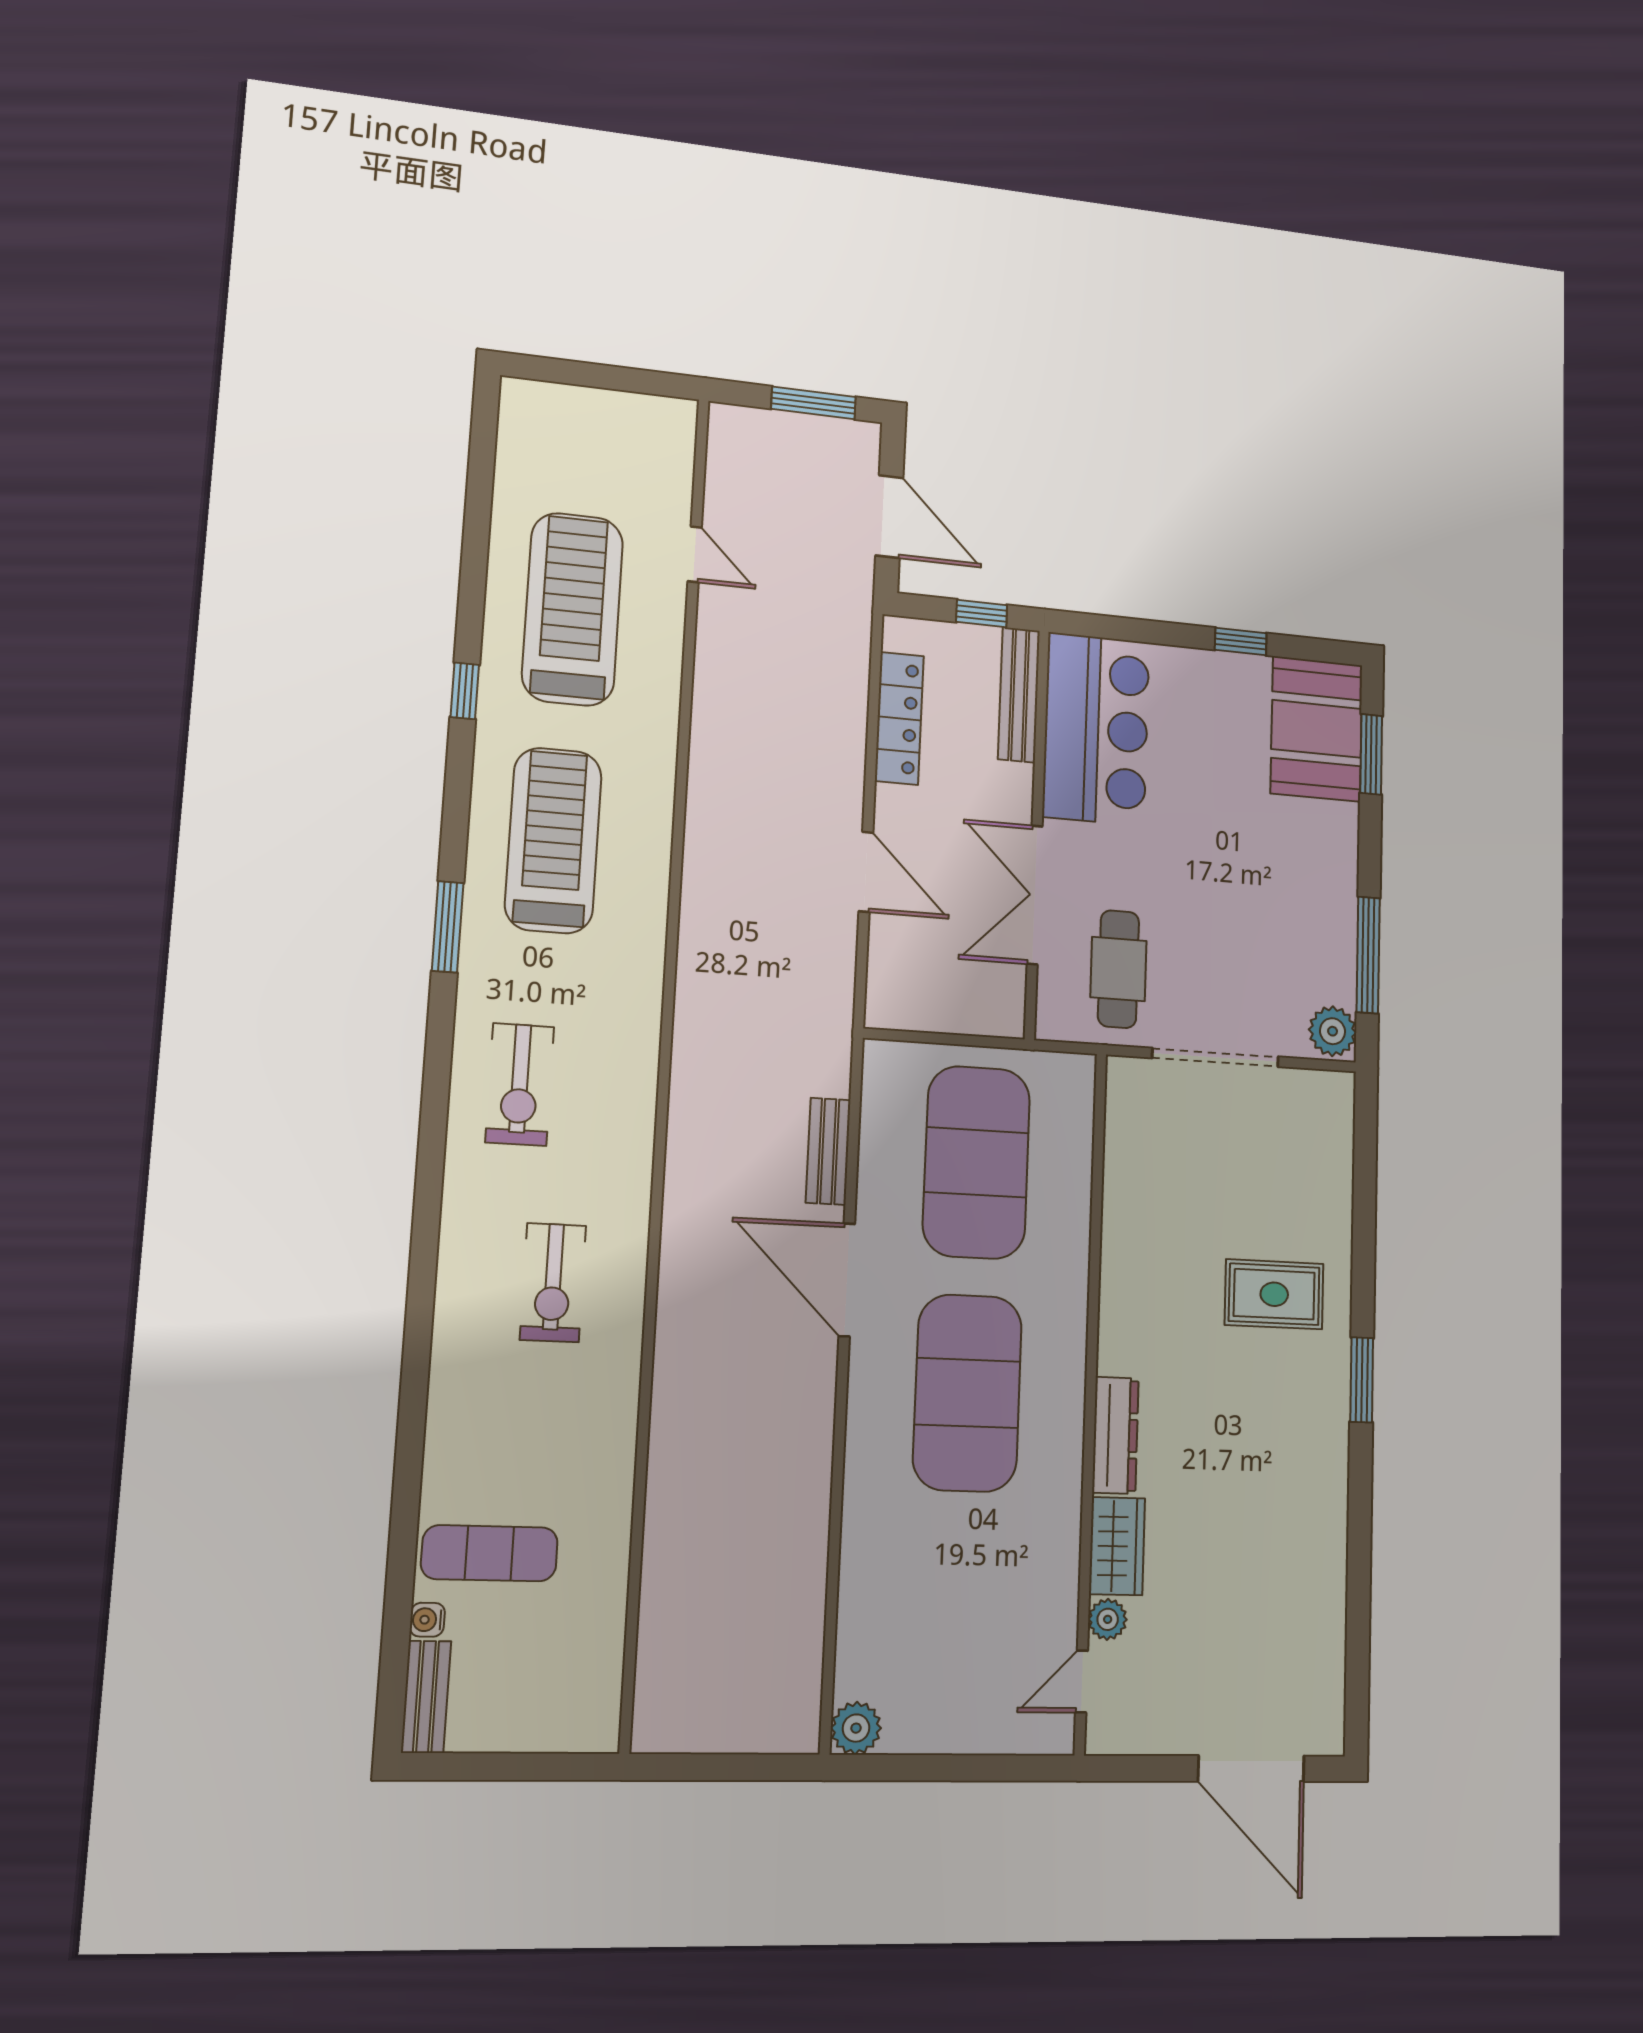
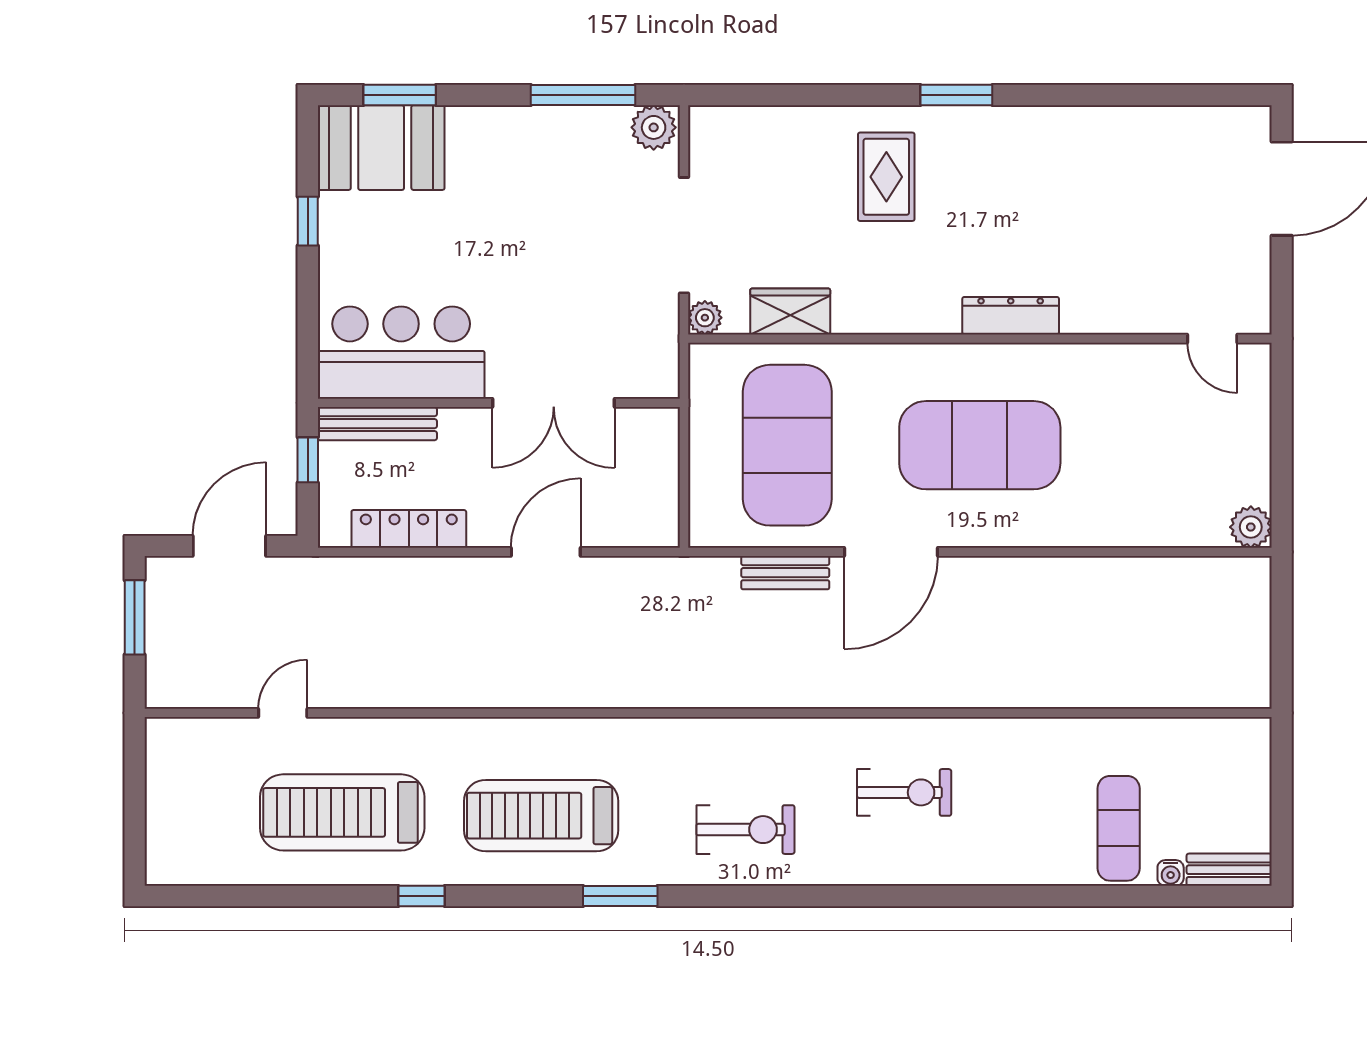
cafe table: (1118, 969) -> (613, 326), removed
exercise mat: (977, 1162) -> (787, 445), turned 90
wardrobe: (1117, 1546) -> (790, 311), moved
plant: (1108, 1619) -> (705, 318), moved

